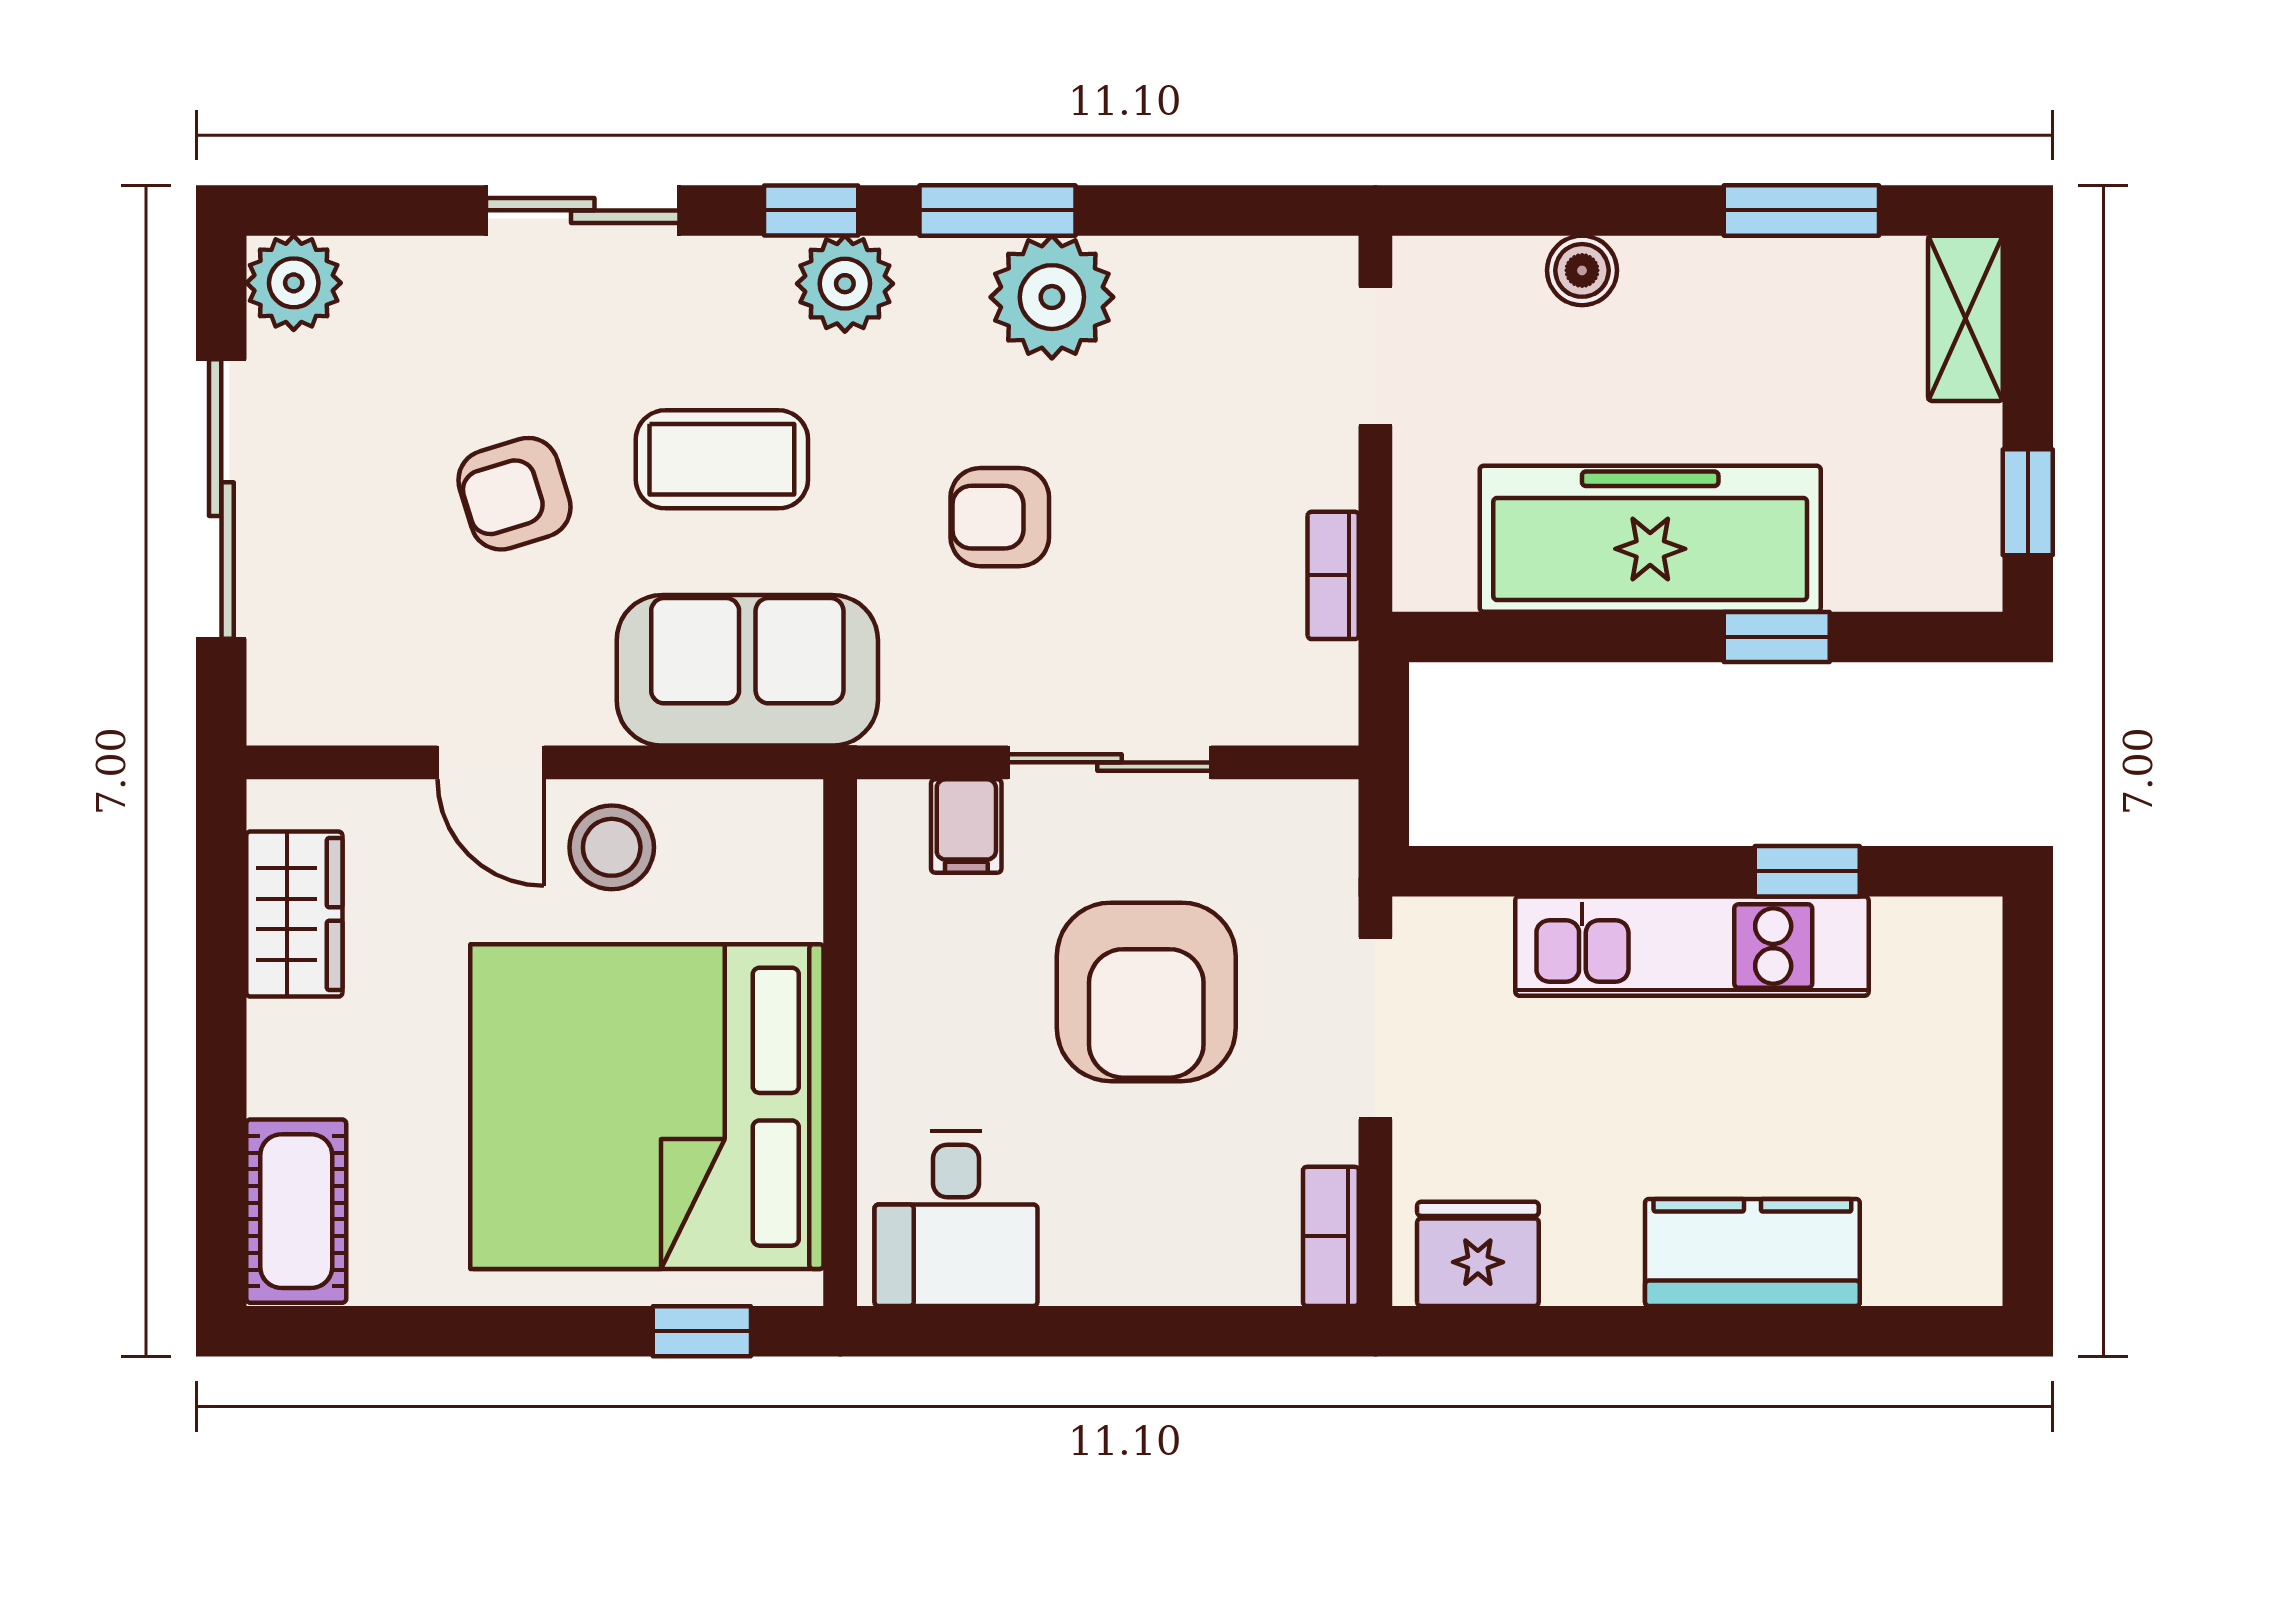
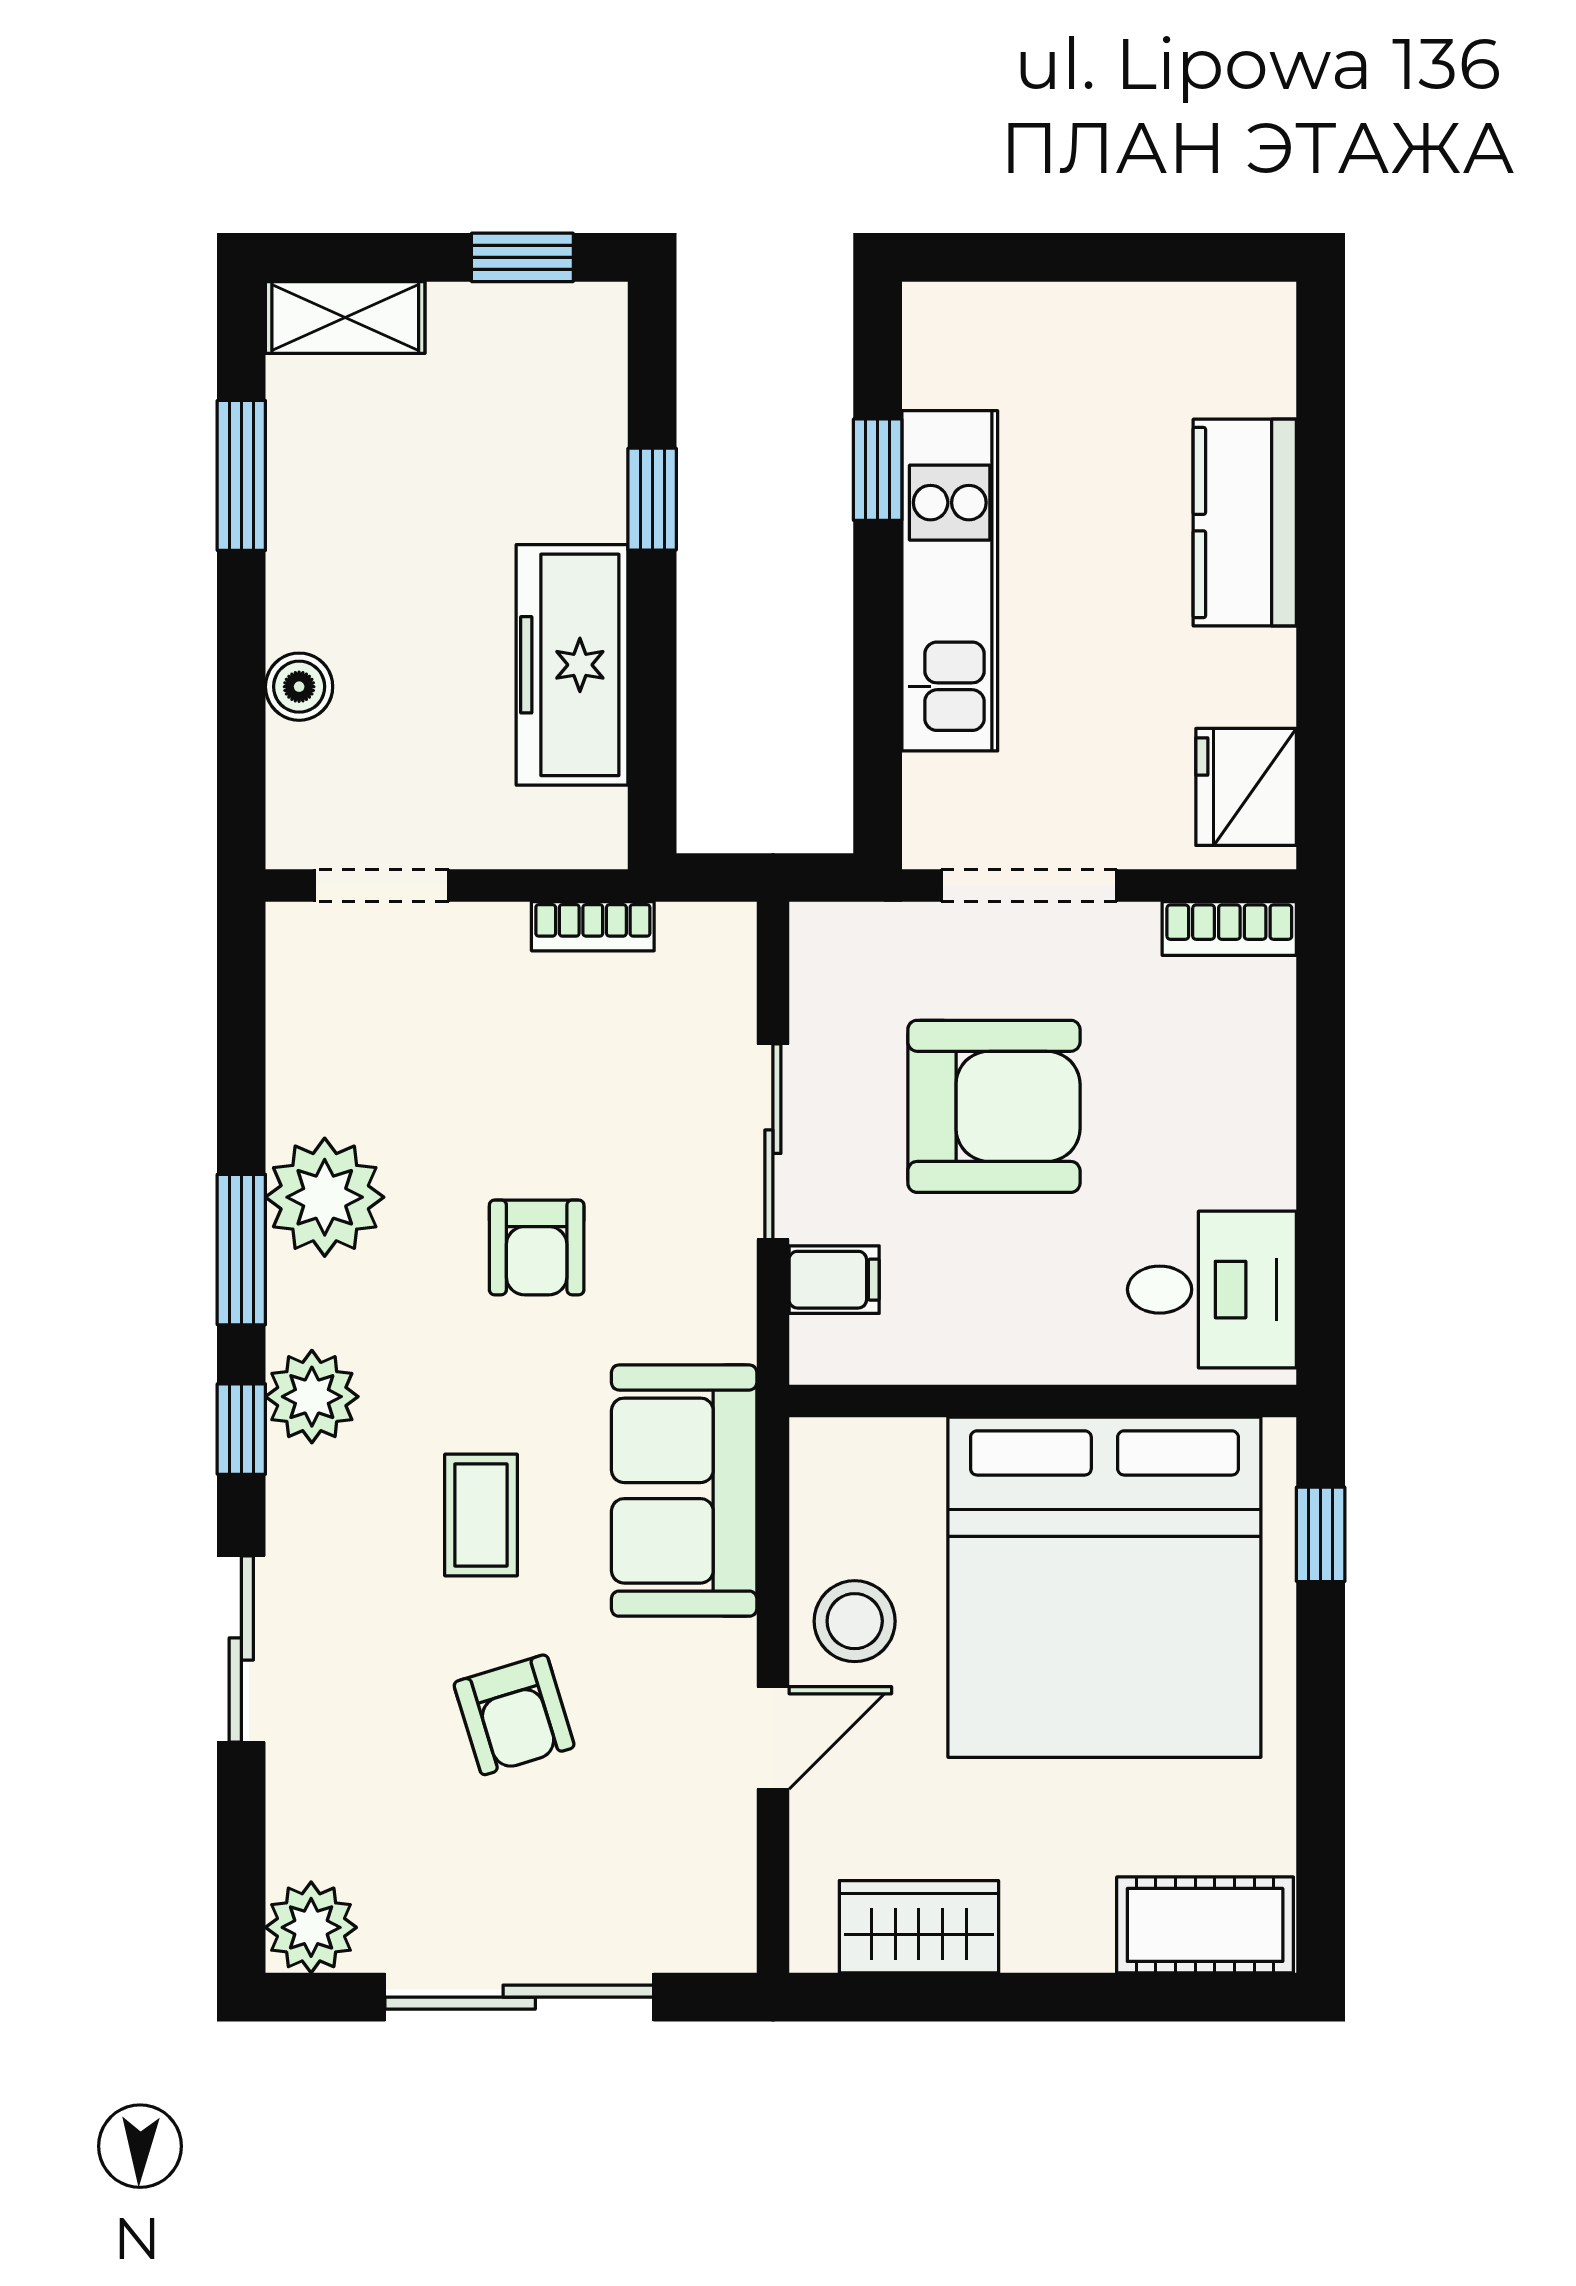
coffee table: (722, 459) -> (481, 1515), width x0.73, depth x0.77
freezer: (1650, 539) -> (572, 665), width x0.73, depth x0.79

